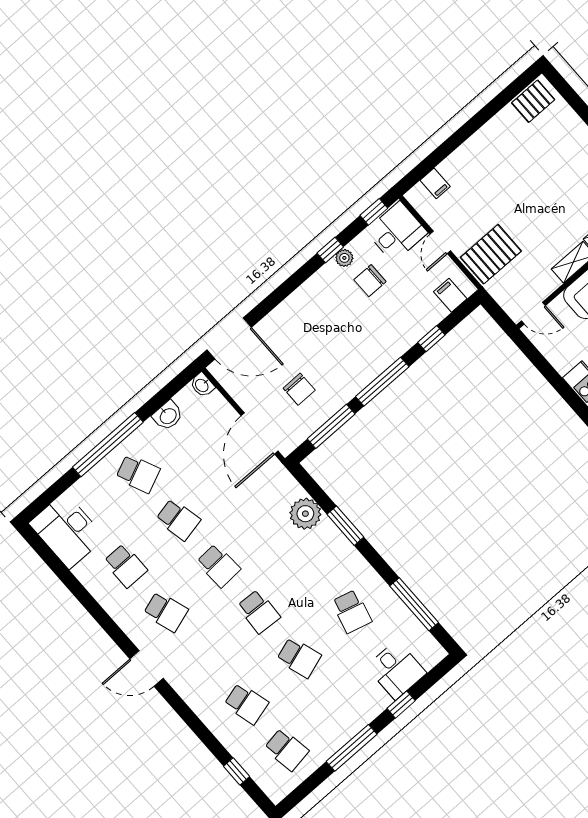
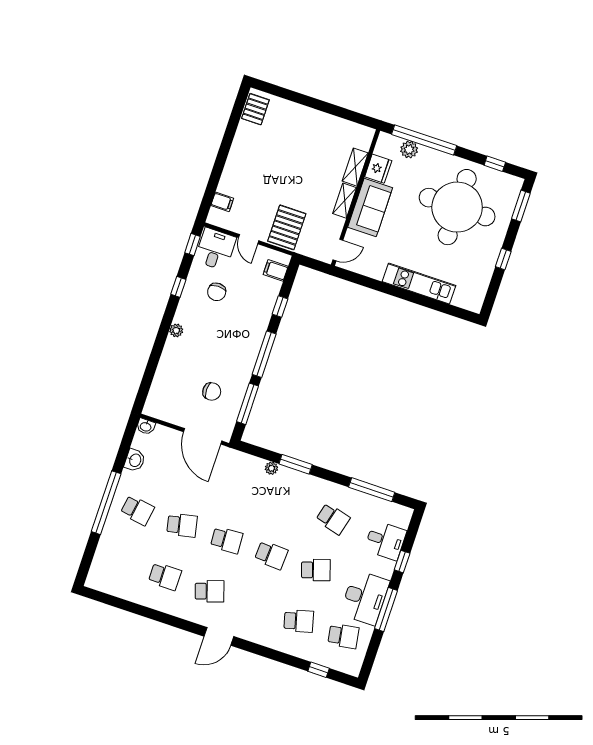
plant: (344, 258) -> (176, 330), moved
door: (229, 339) -> (145, 385), removed
school desk: (138, 474) -> (137, 510), turned 33
plant: (305, 514) -> (271, 468), width x0.53, depth x0.53
desk: (67, 531) -> (365, 598), moved, turned -90

